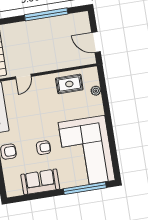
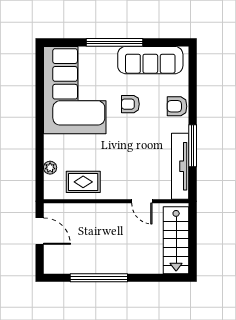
door: (23, 77) -> (142, 201), swing flipped
sofa: (40, 182) -> (150, 60), width x1.36
window: (85, 188) -> (114, 42), moved

